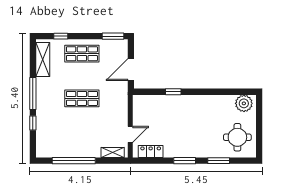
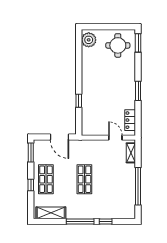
window: (61, 36) -> (31, 185), moved
window: (219, 161) -> (138, 43), moved

